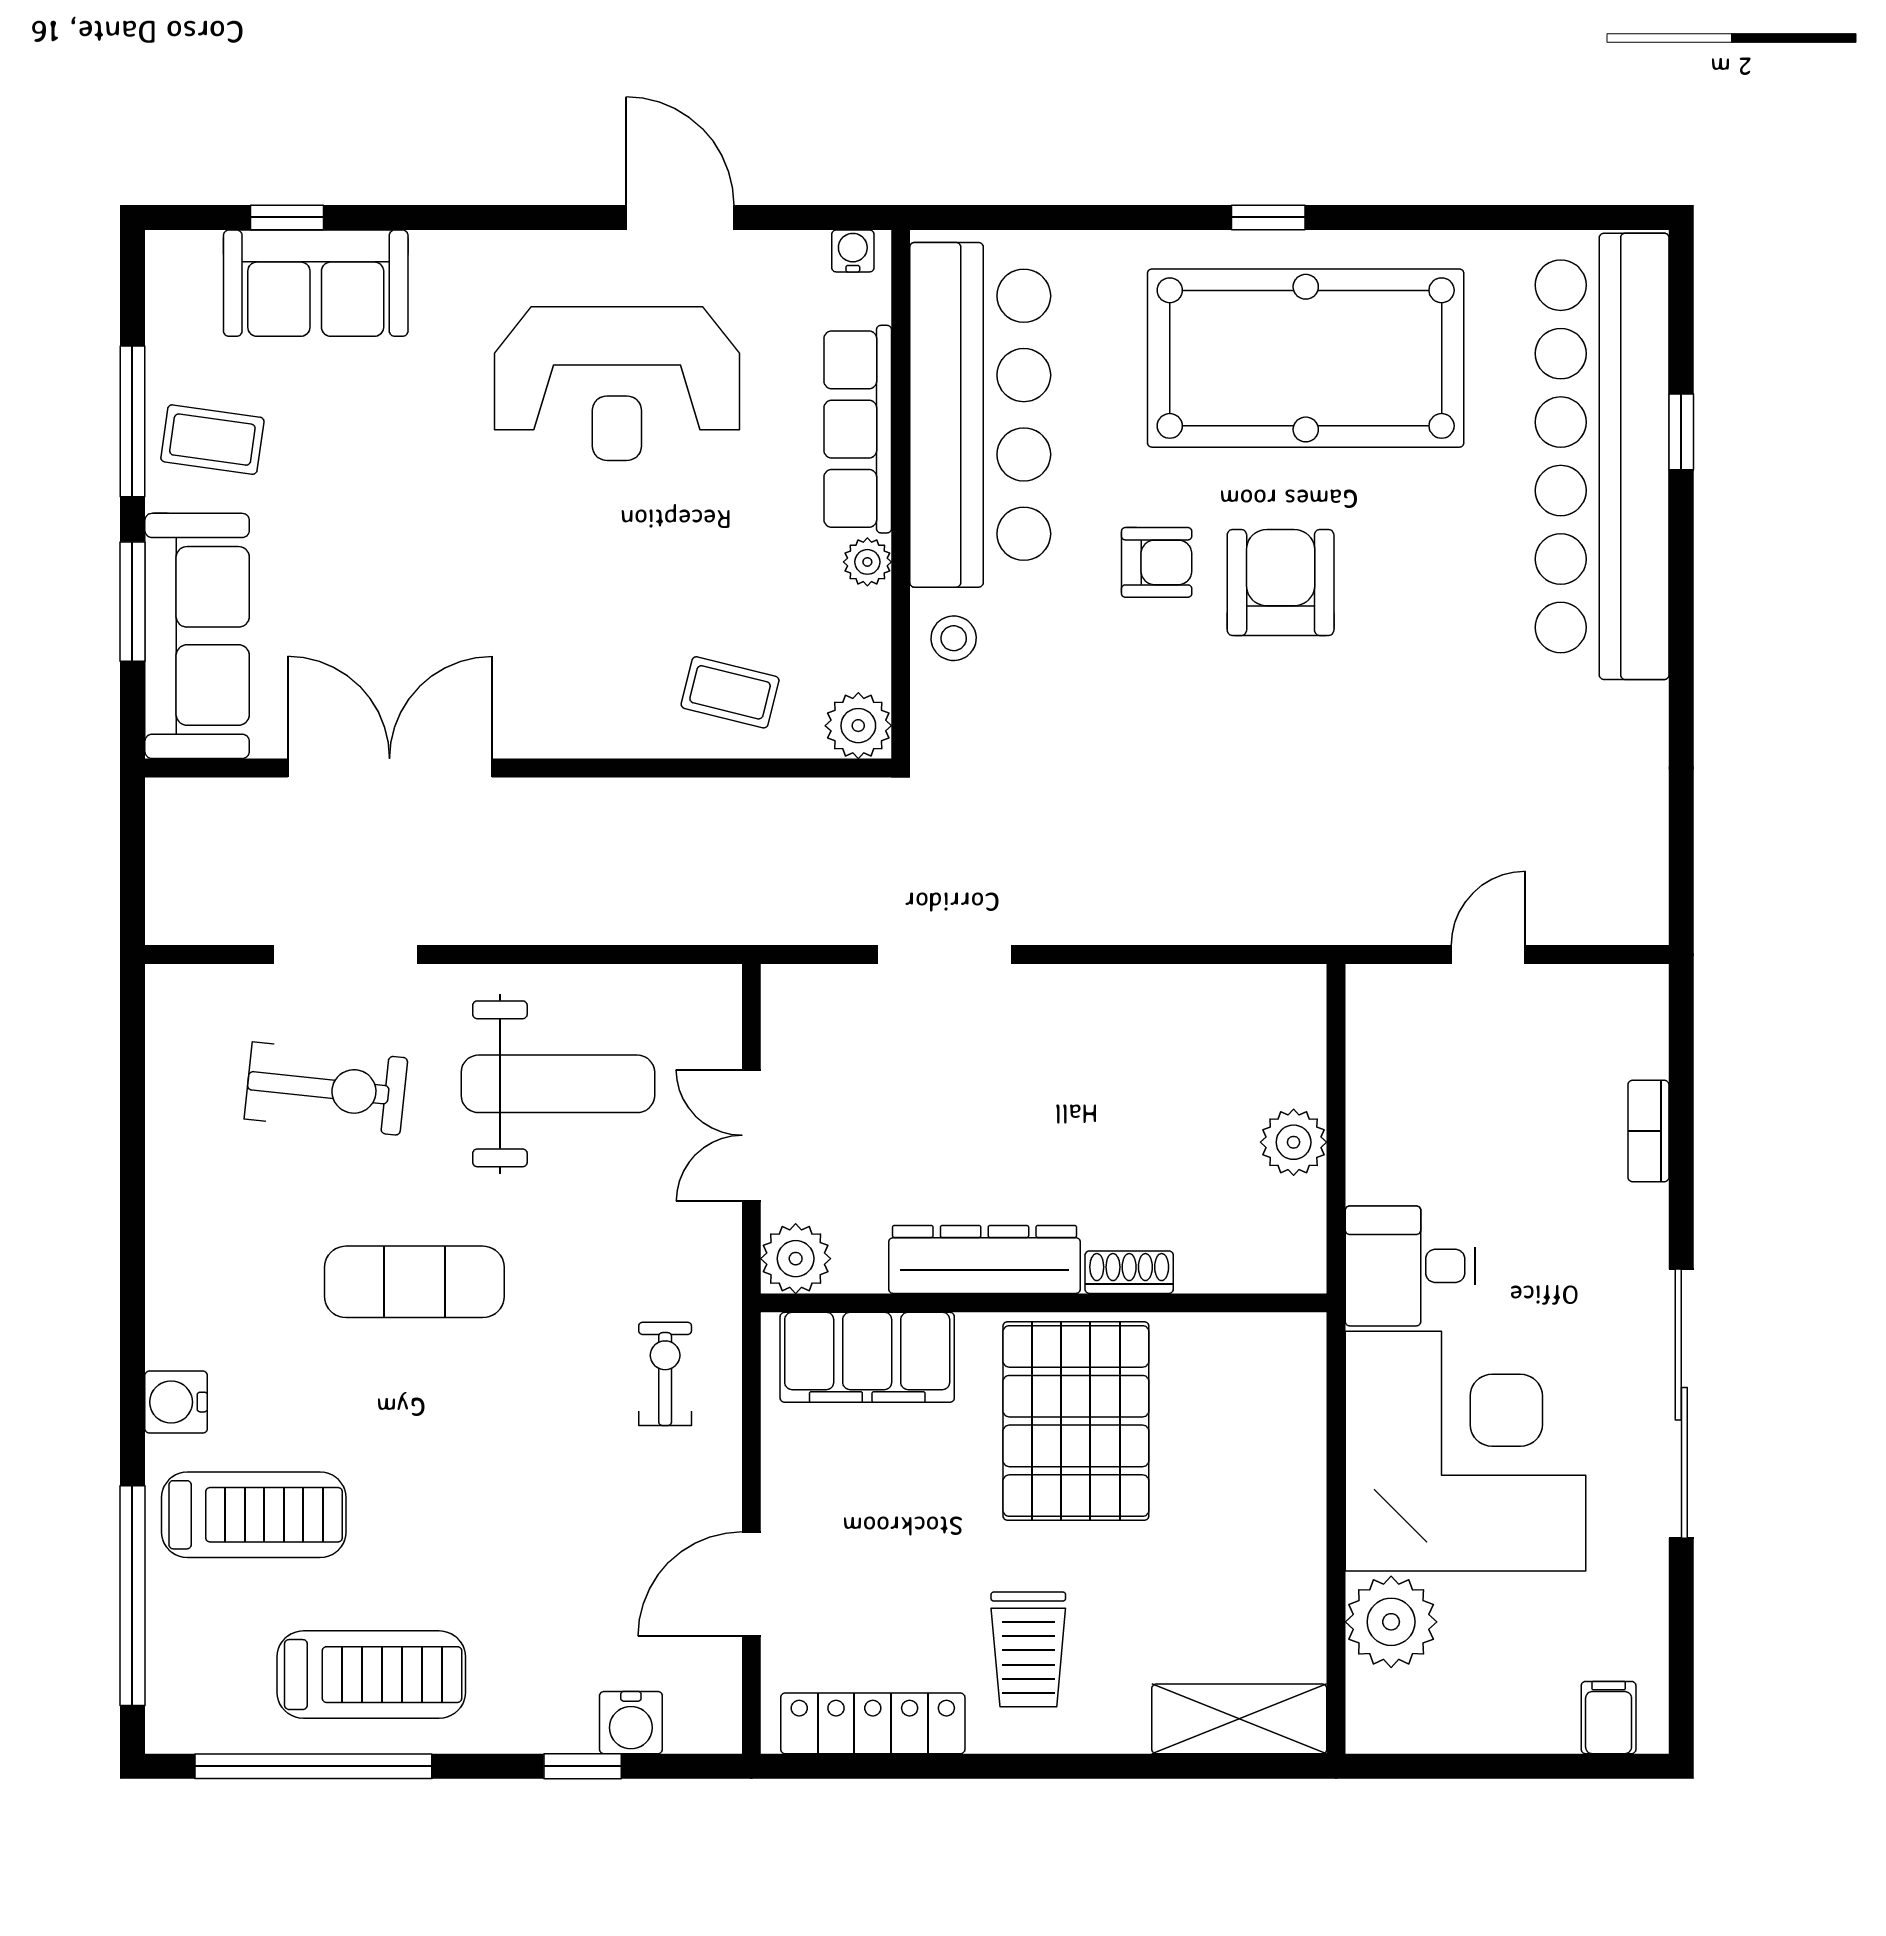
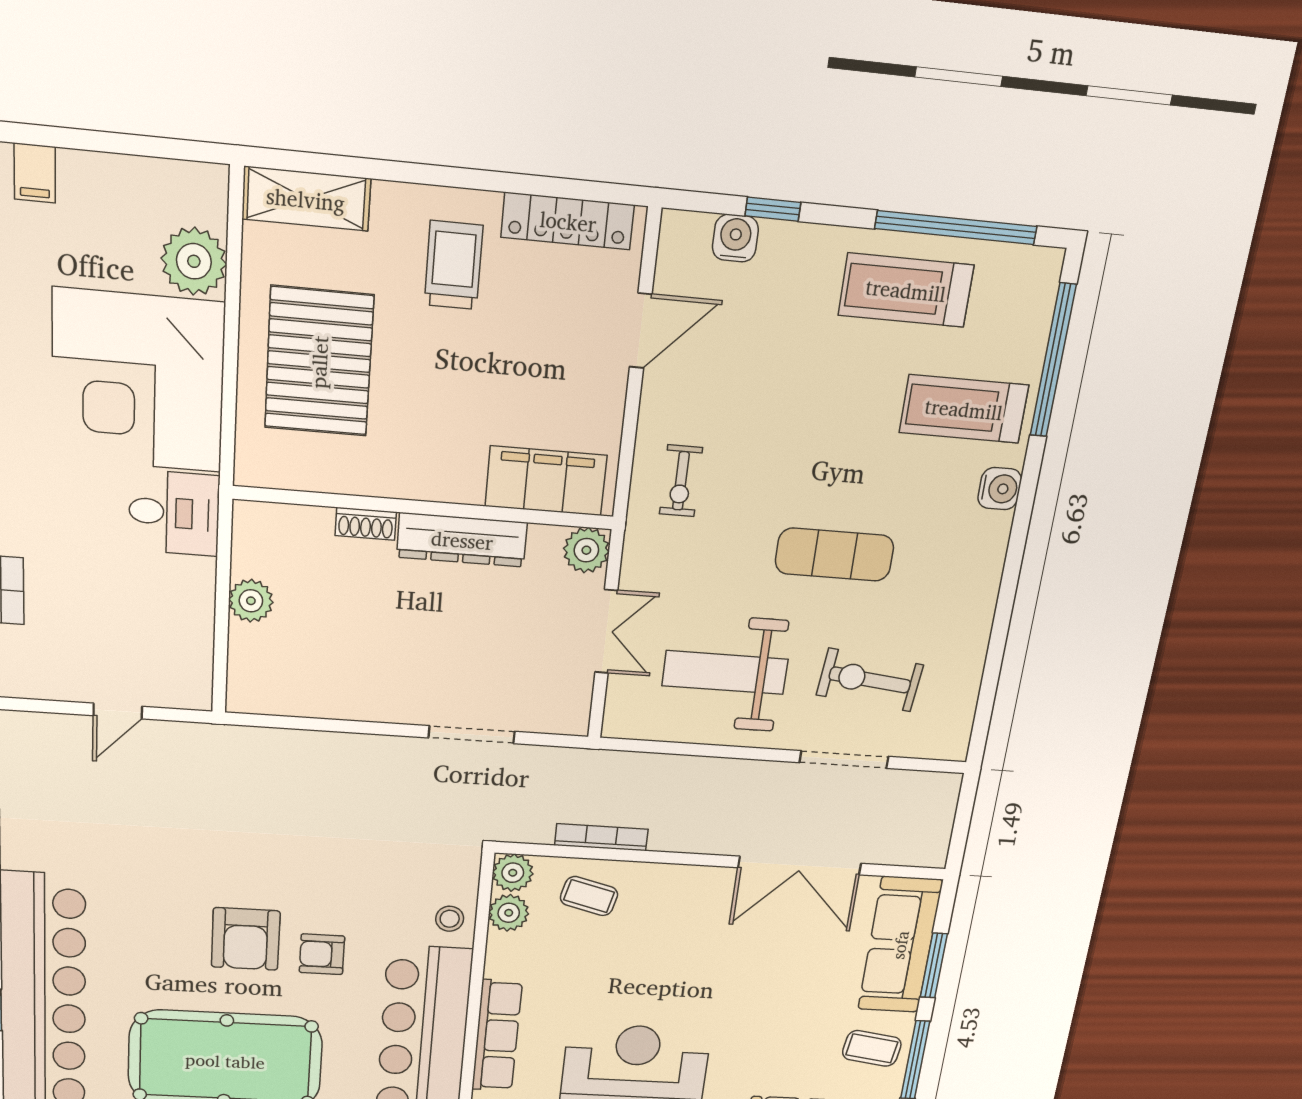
plant: (867, 562) -> (509, 913), moved, width x1.38, depth x1.38
bookcase: (721, 796) -> (601, 837), added
pallet: (1076, 1421) -> (319, 362), moved

